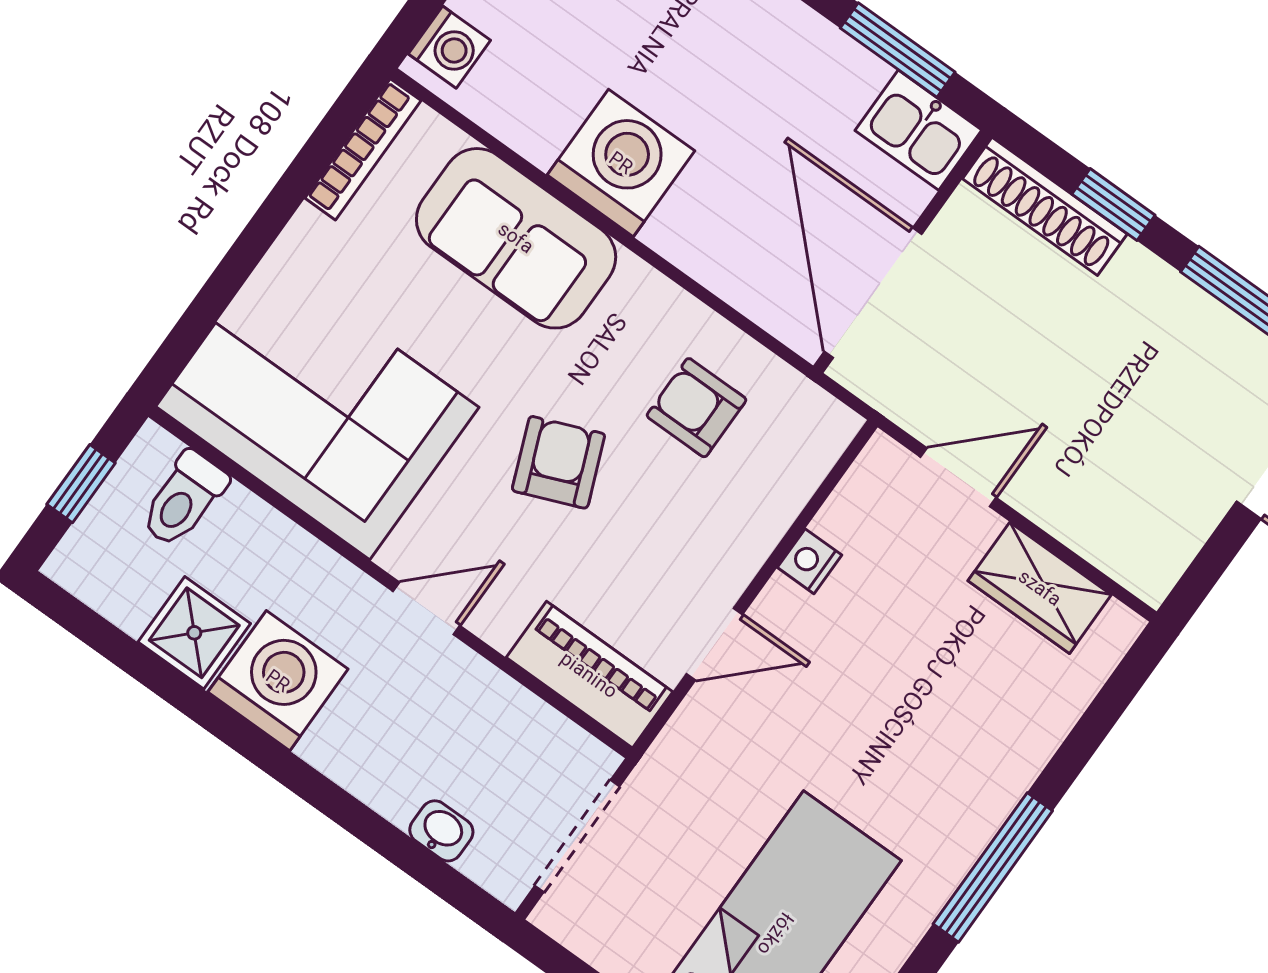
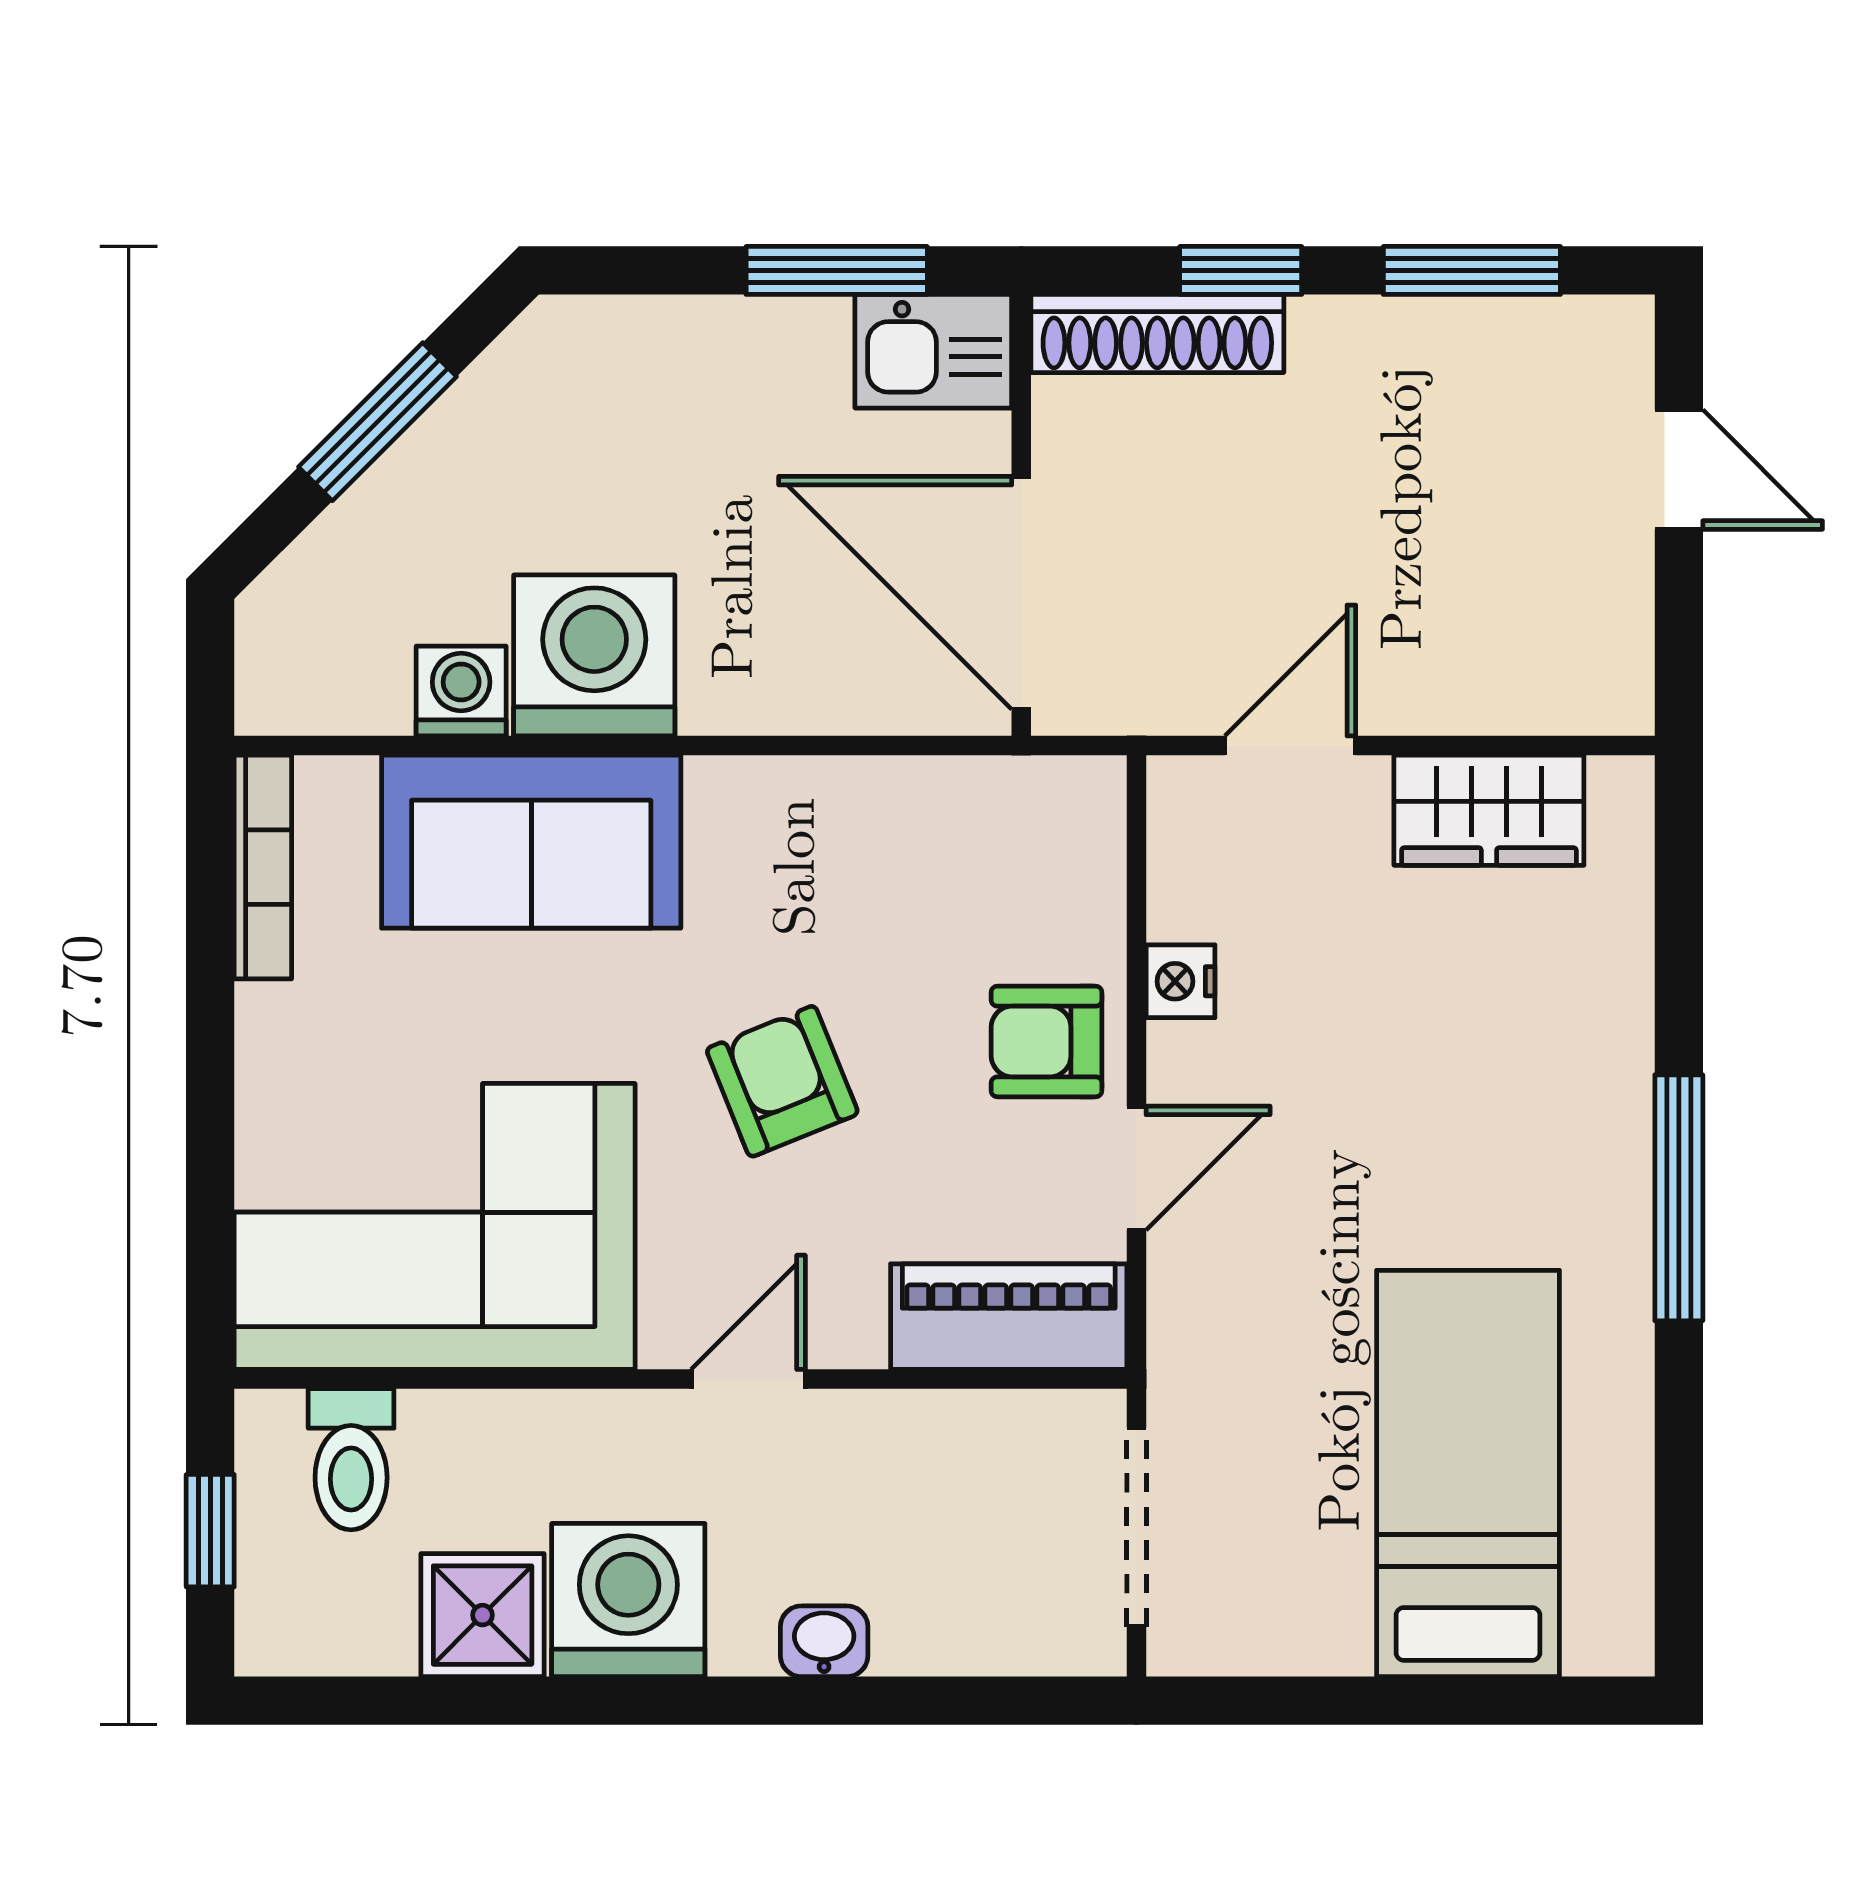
washing machine: (449, 47) -> (461, 691), moved, turned -90
armchair: (696, 408) -> (1046, 1041), moved
washbasin: (441, 831) -> (824, 1641), moved

